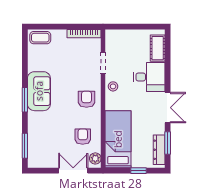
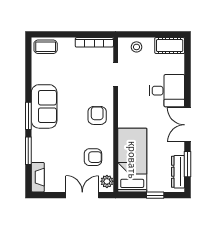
cot: (158, 48) -> (170, 46), moved, turned 90
stool: (113, 86) -> (136, 47), moved
double door: (168, 108) -> (187, 125), swing flipped
armchair: (83, 137) -> (93, 157), turned 90
window: (25, 146) -> (28, 151), moved
fireplace: (33, 155) -> (38, 177), added

